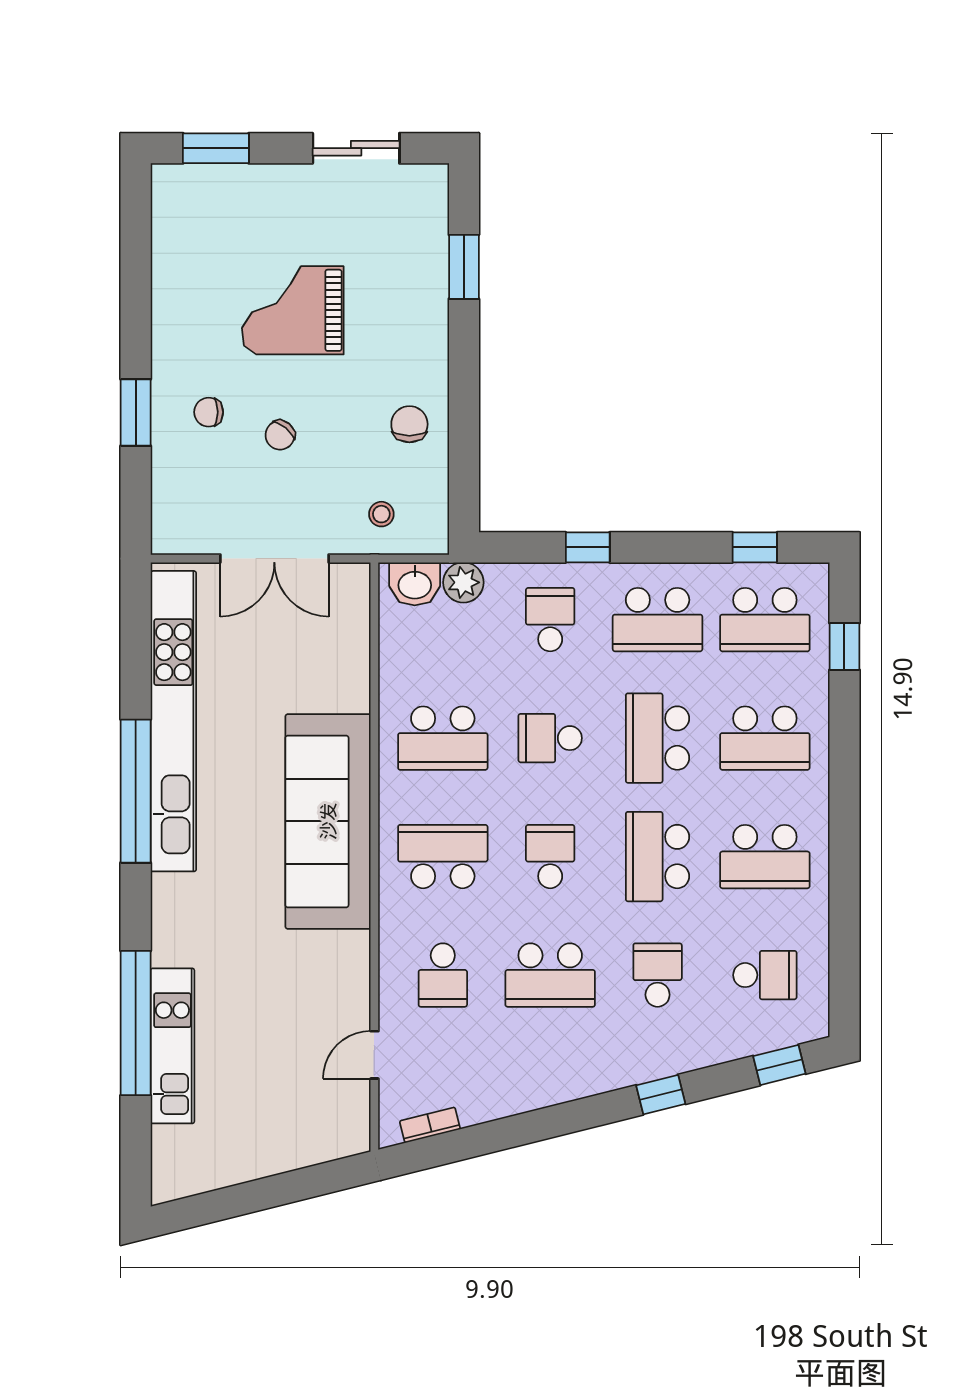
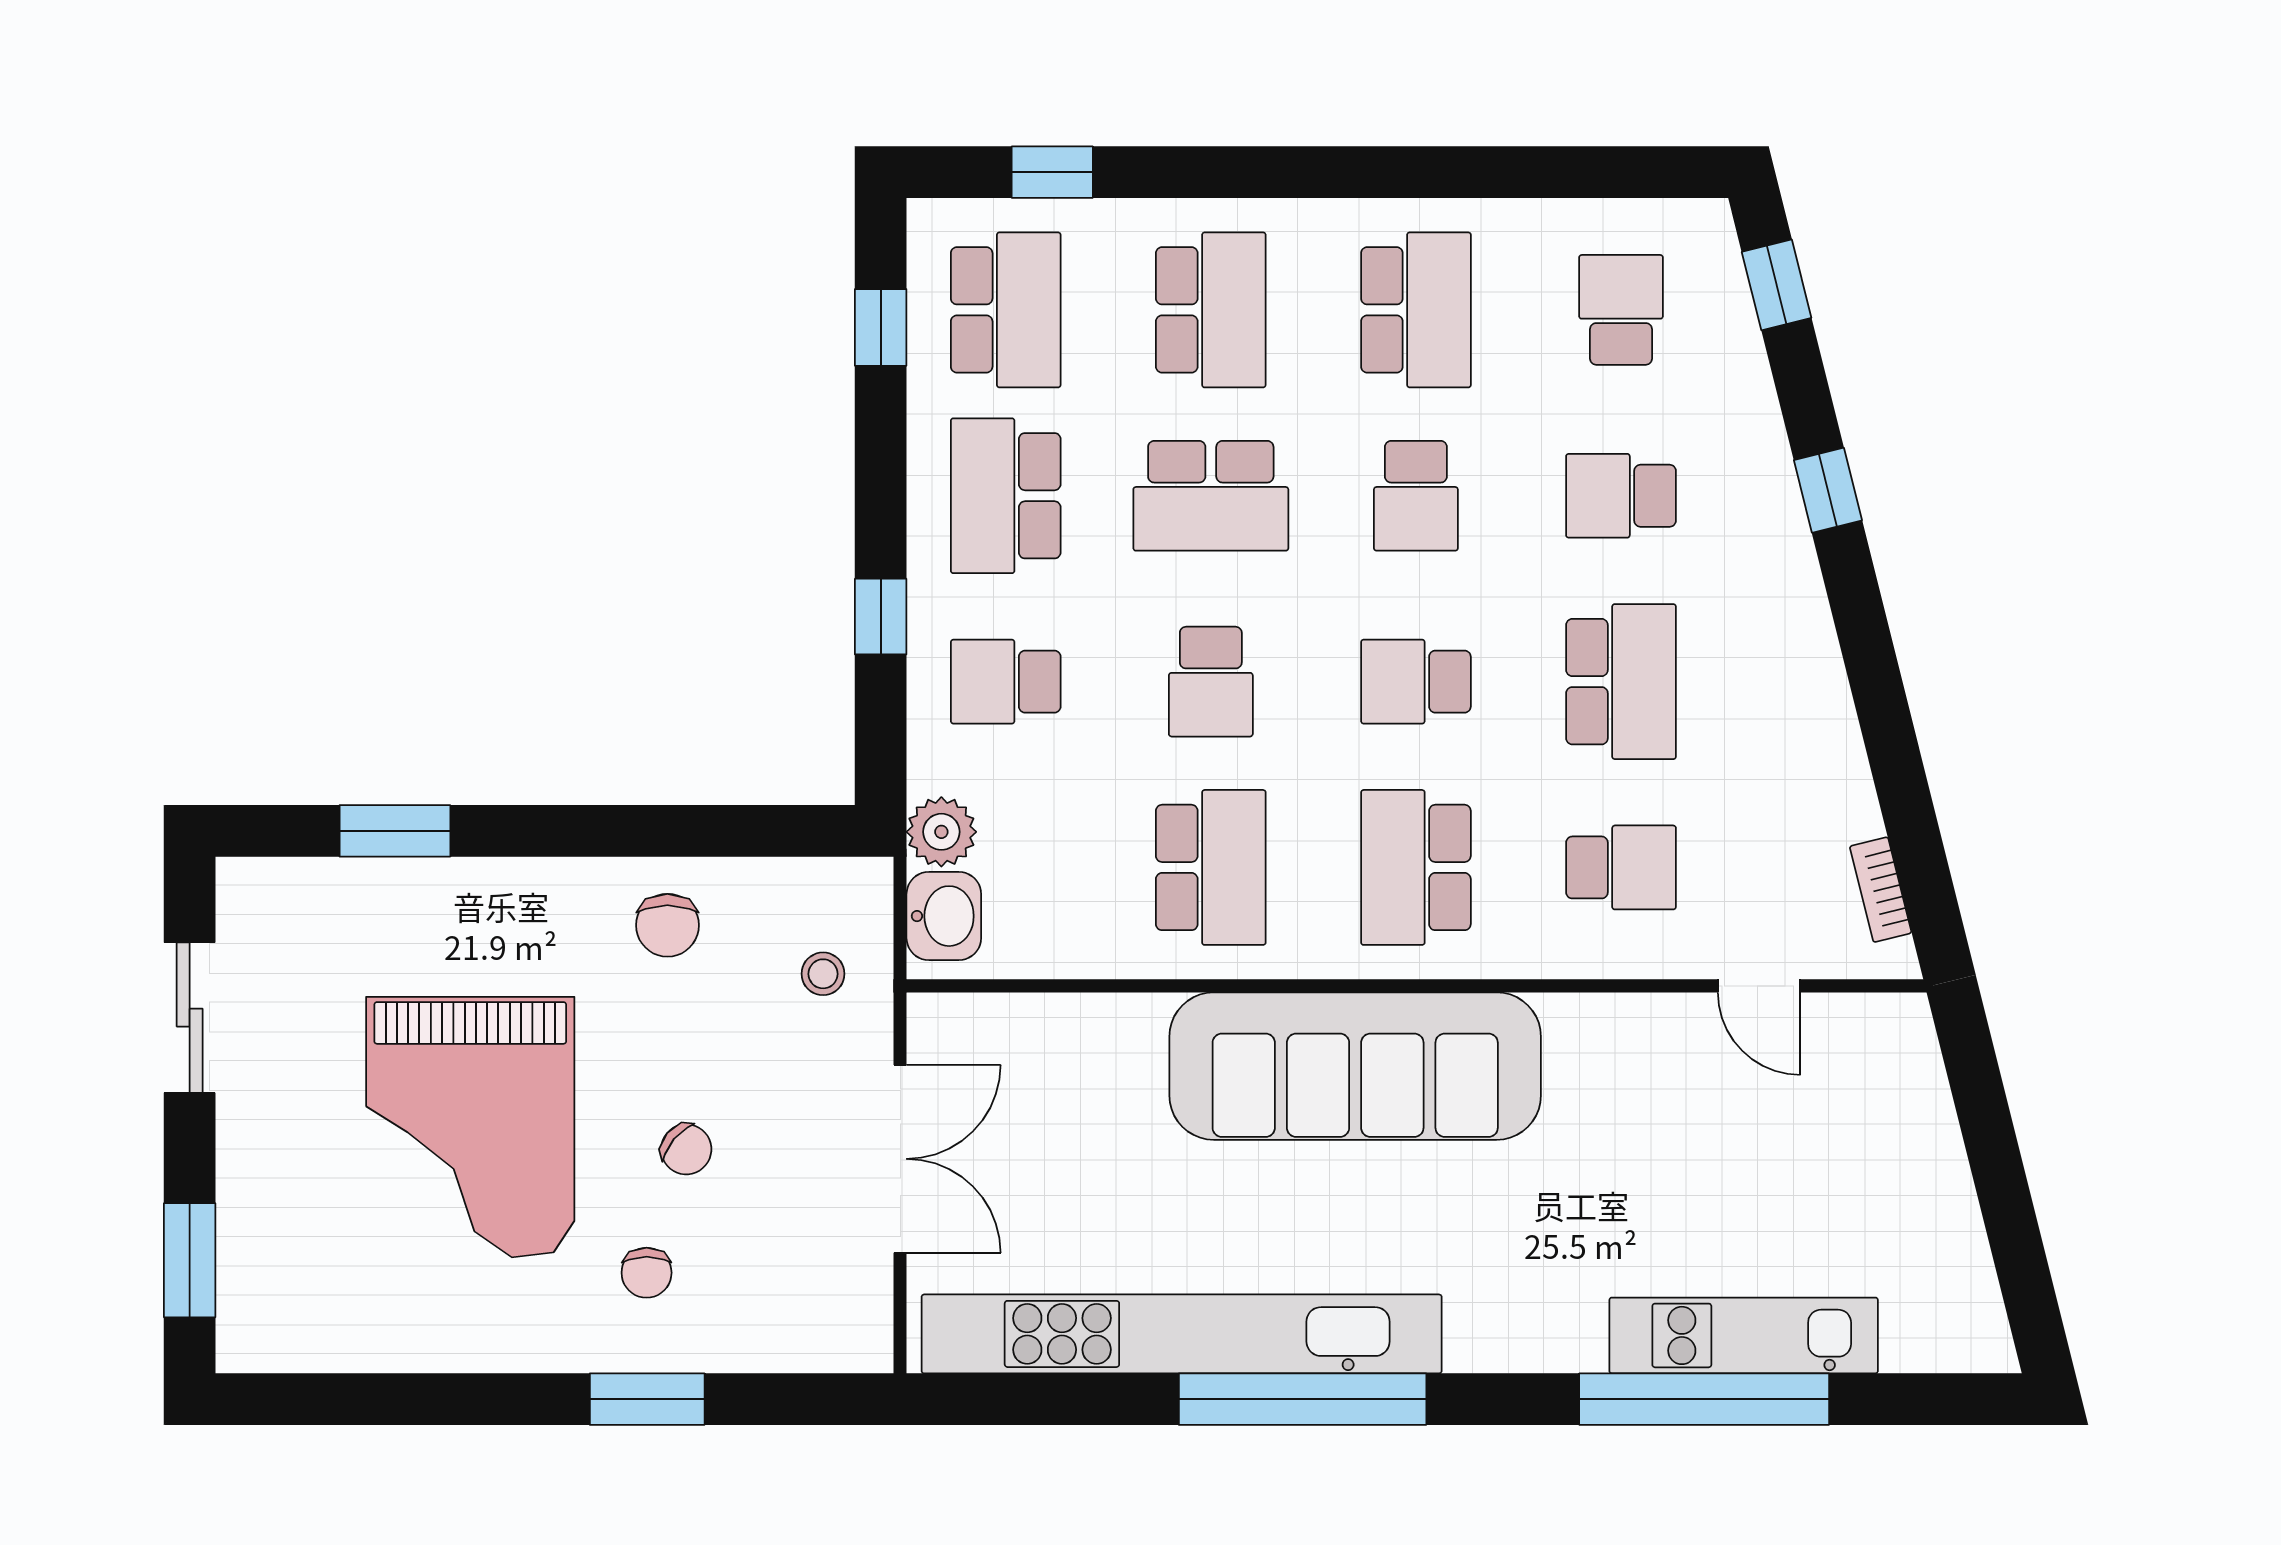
grand piano: (293, 310) -> (470, 1127), width x1.37, depth x1.48
chair: (409, 424) -> (667, 925), turned -90
school desk: (658, 620) -> (1006, 496), turned 180
school desk: (658, 857) -> (1416, 496), width x0.54

